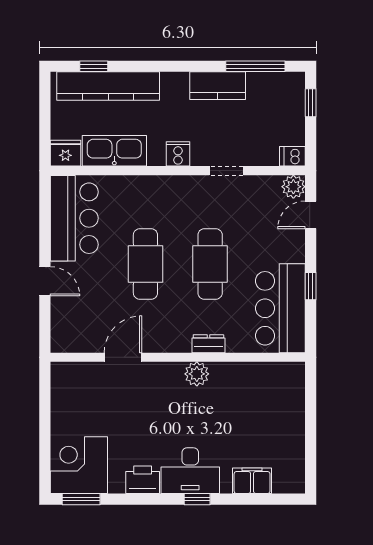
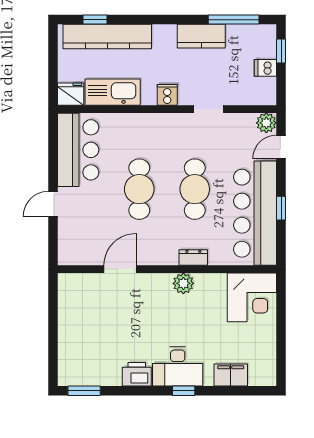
dishwasher: (292, 156) -> (265, 68), moved
door: (45, 281) -> (53, 204), swing flipped
bar counter: (280, 308) -> (255, 213), width x1.36
corner desk: (79, 465) -> (252, 297), moved, turned 180

